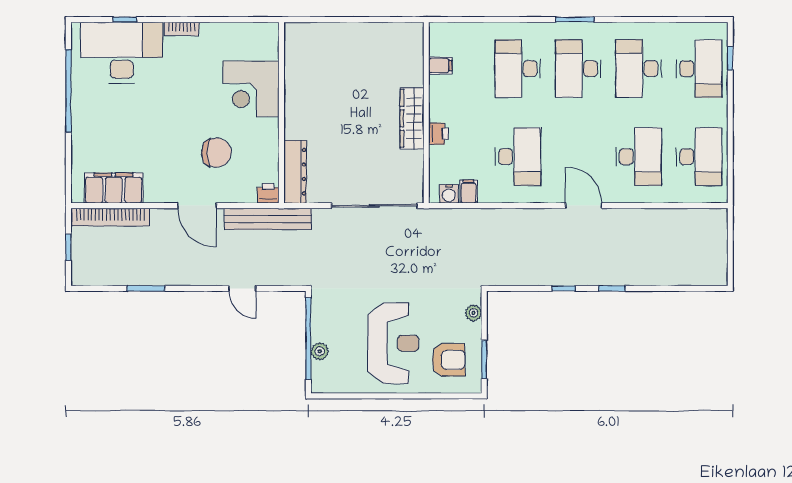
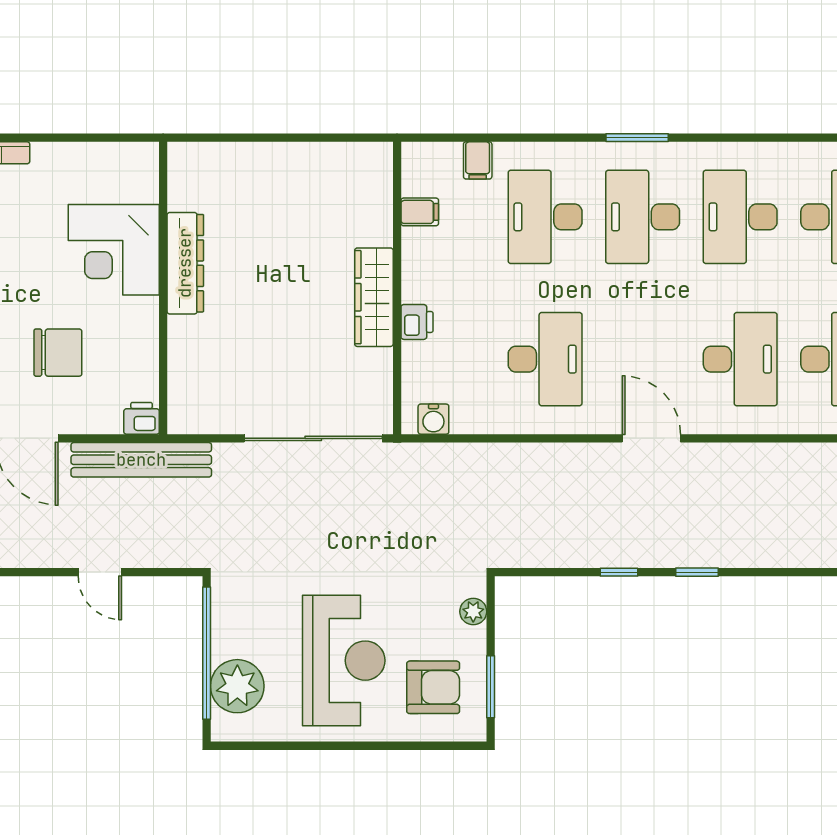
dresser: (295, 172) -> (185, 263), moved
filing cabinet: (469, 192) -> (478, 160), moved, turned 180
plant: (320, 351) -> (237, 686), width x1.87, depth x1.87

